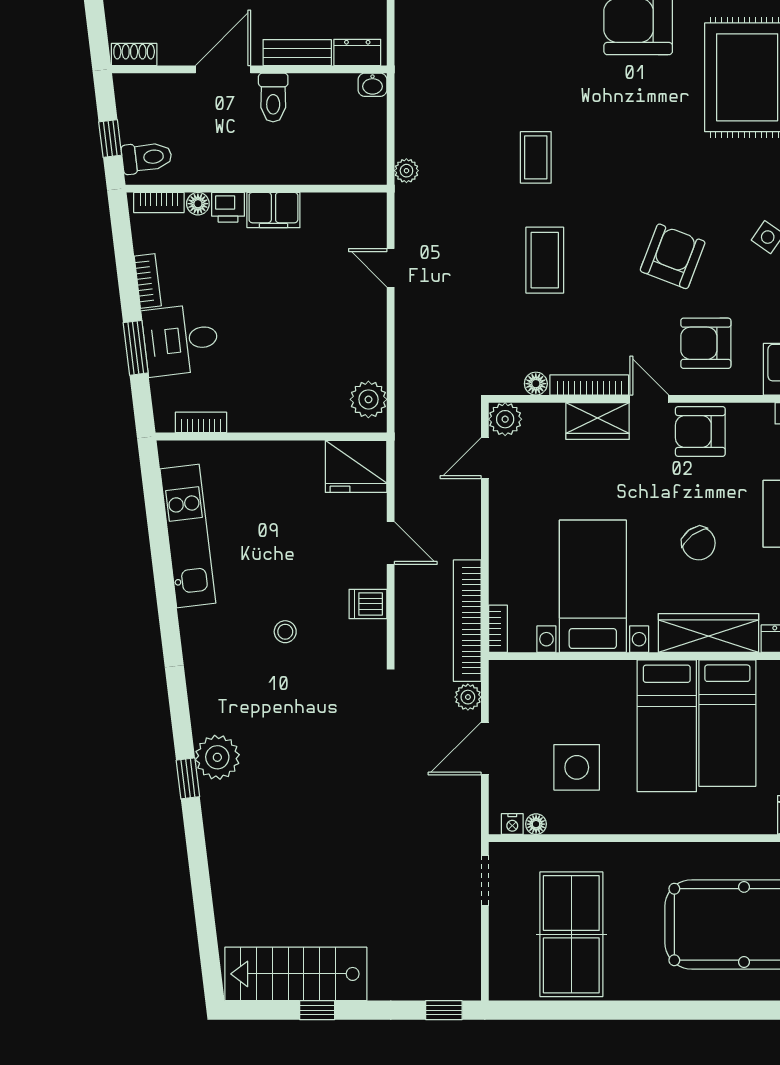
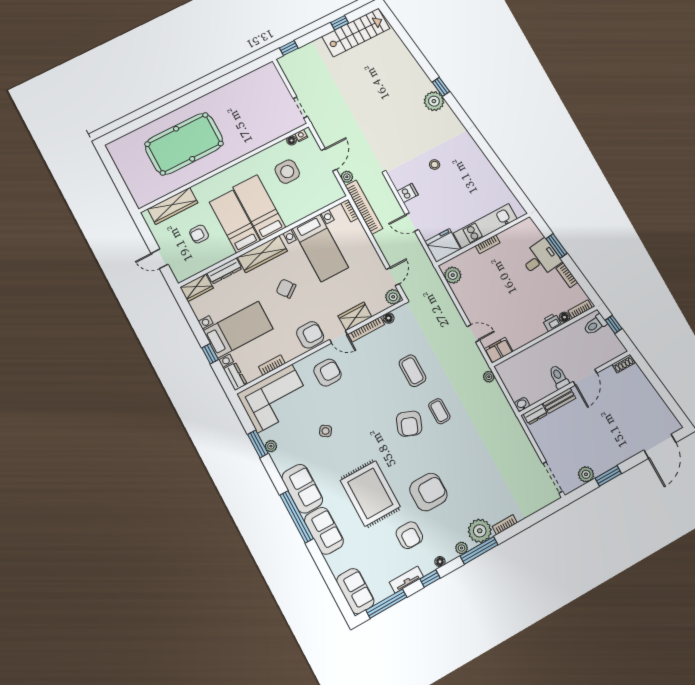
filing cabinet: (273, 210) -> (498, 350), moved
armchair: (673, 256) -> (409, 424), moved
bookcase: (201, 422) -> (488, 244), moved
kitchen unit: (188, 536) -> (485, 226), moved, turned 97
table tennis table: (571, 934) -> (253, 104), removed

